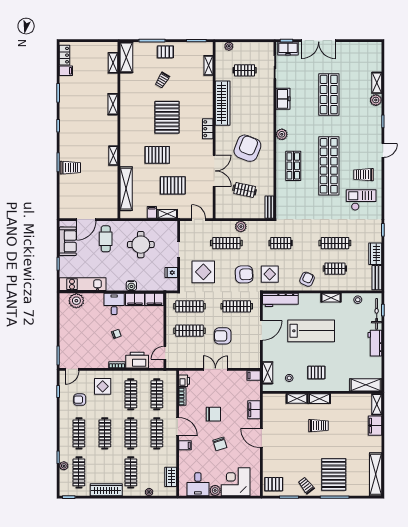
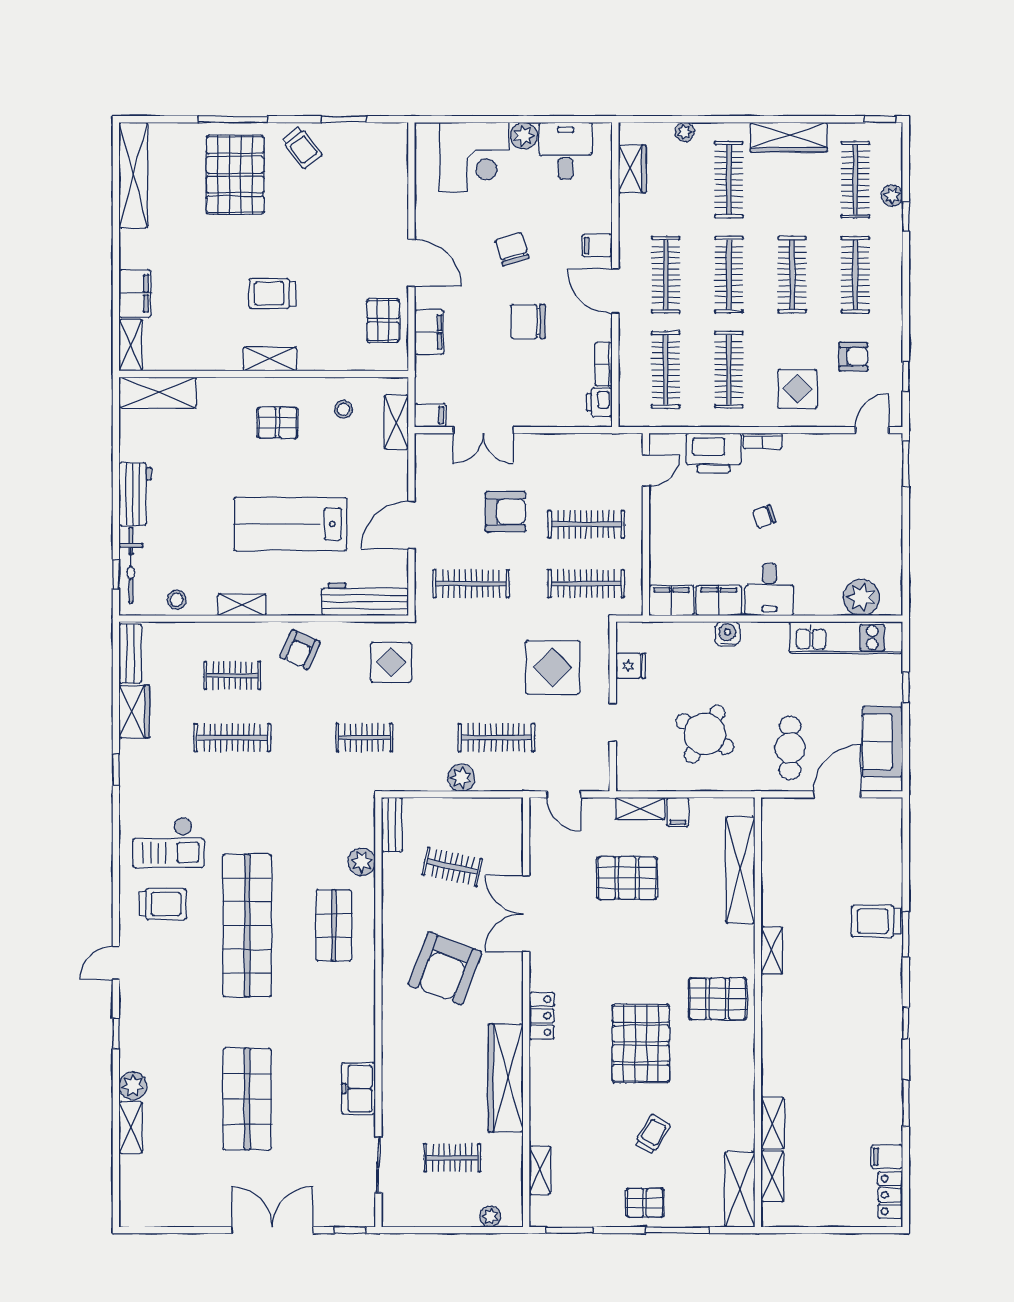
freezer: (288, 48) -> (346, 1211), removed
shelving: (113, 104) -> (773, 1123), moved
plant: (282, 134) -> (362, 862), moved
pallet: (157, 155) -> (718, 999), moved
round table: (141, 245) -> (705, 734), turned 31
armchair: (244, 274) -> (453, 661), removed
double door: (215, 369) -> (483, 430), moved
shelving: (297, 399) -> (325, 359), removed
pallet: (274, 484) -> (383, 320), moved, turned 90

